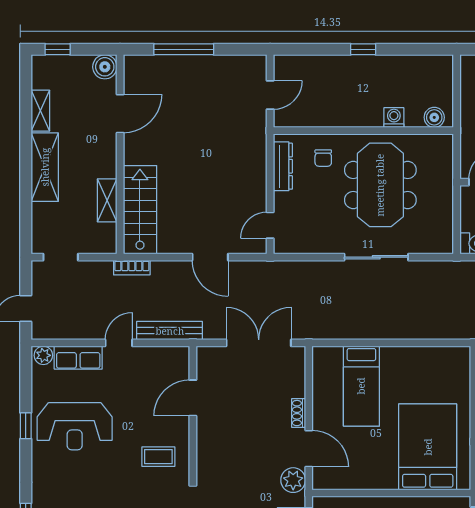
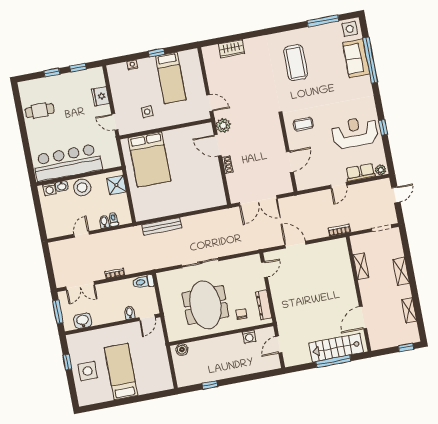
window: (363, 49) -> (210, 385), moved
boiler: (105, 67) -> (377, 343), removed
washing machine: (394, 118) -> (249, 337), moved
shelving: (45, 167) -> (401, 271), width x0.67, depth x0.75
stairs: (140, 210) -> (336, 348), moved, turned 90
bench: (170, 331) -> (162, 226), moved
bed: (361, 386) -> (194, 187), removed

